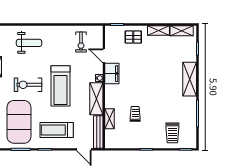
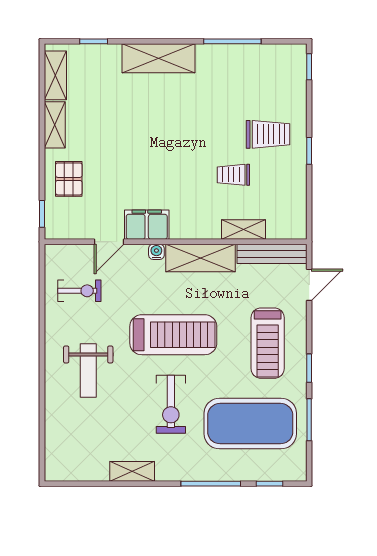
weight bench: (29, 43) -> (88, 371), moved, turned 180
trolley: (172, 133) -> (268, 134), moved

